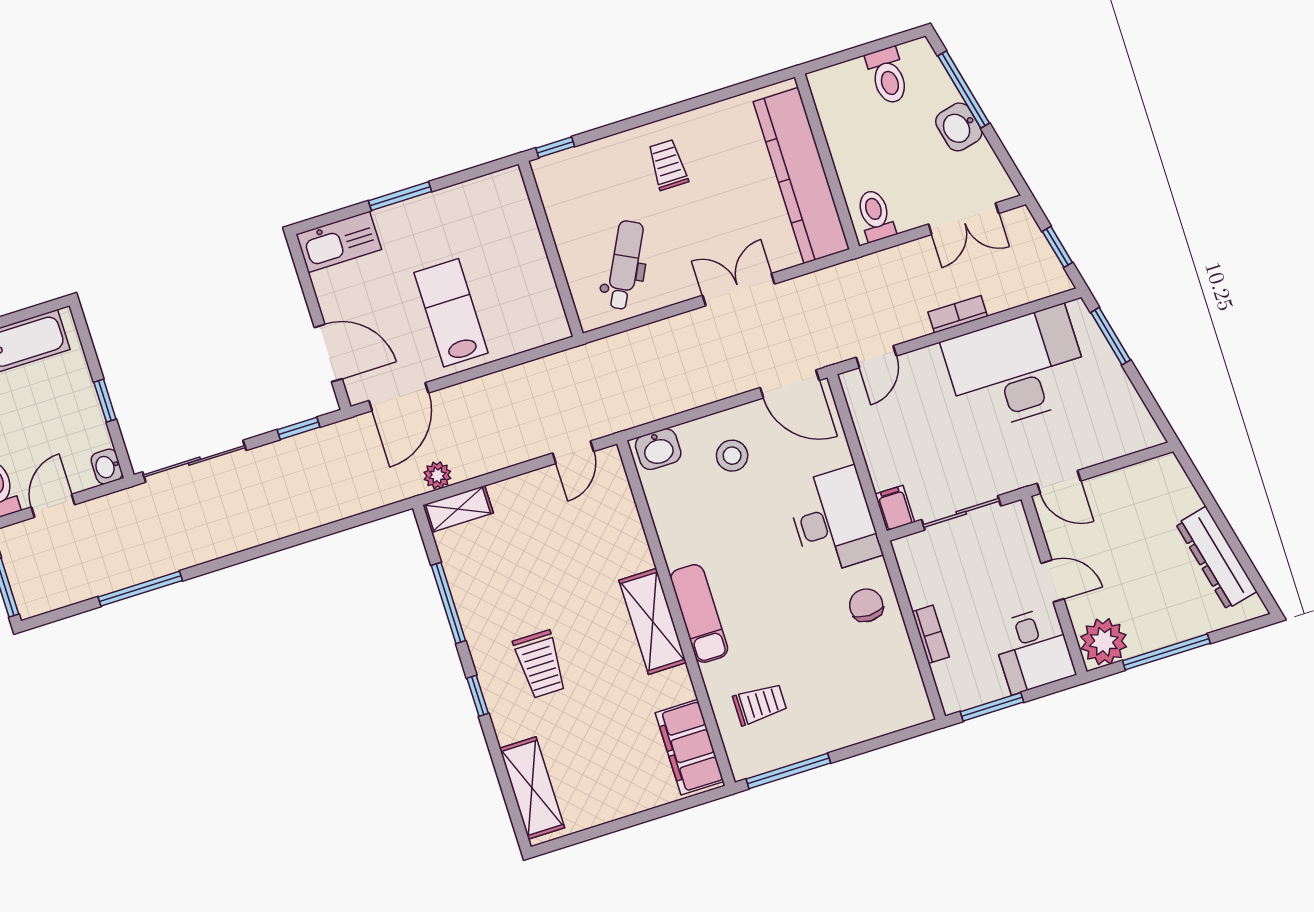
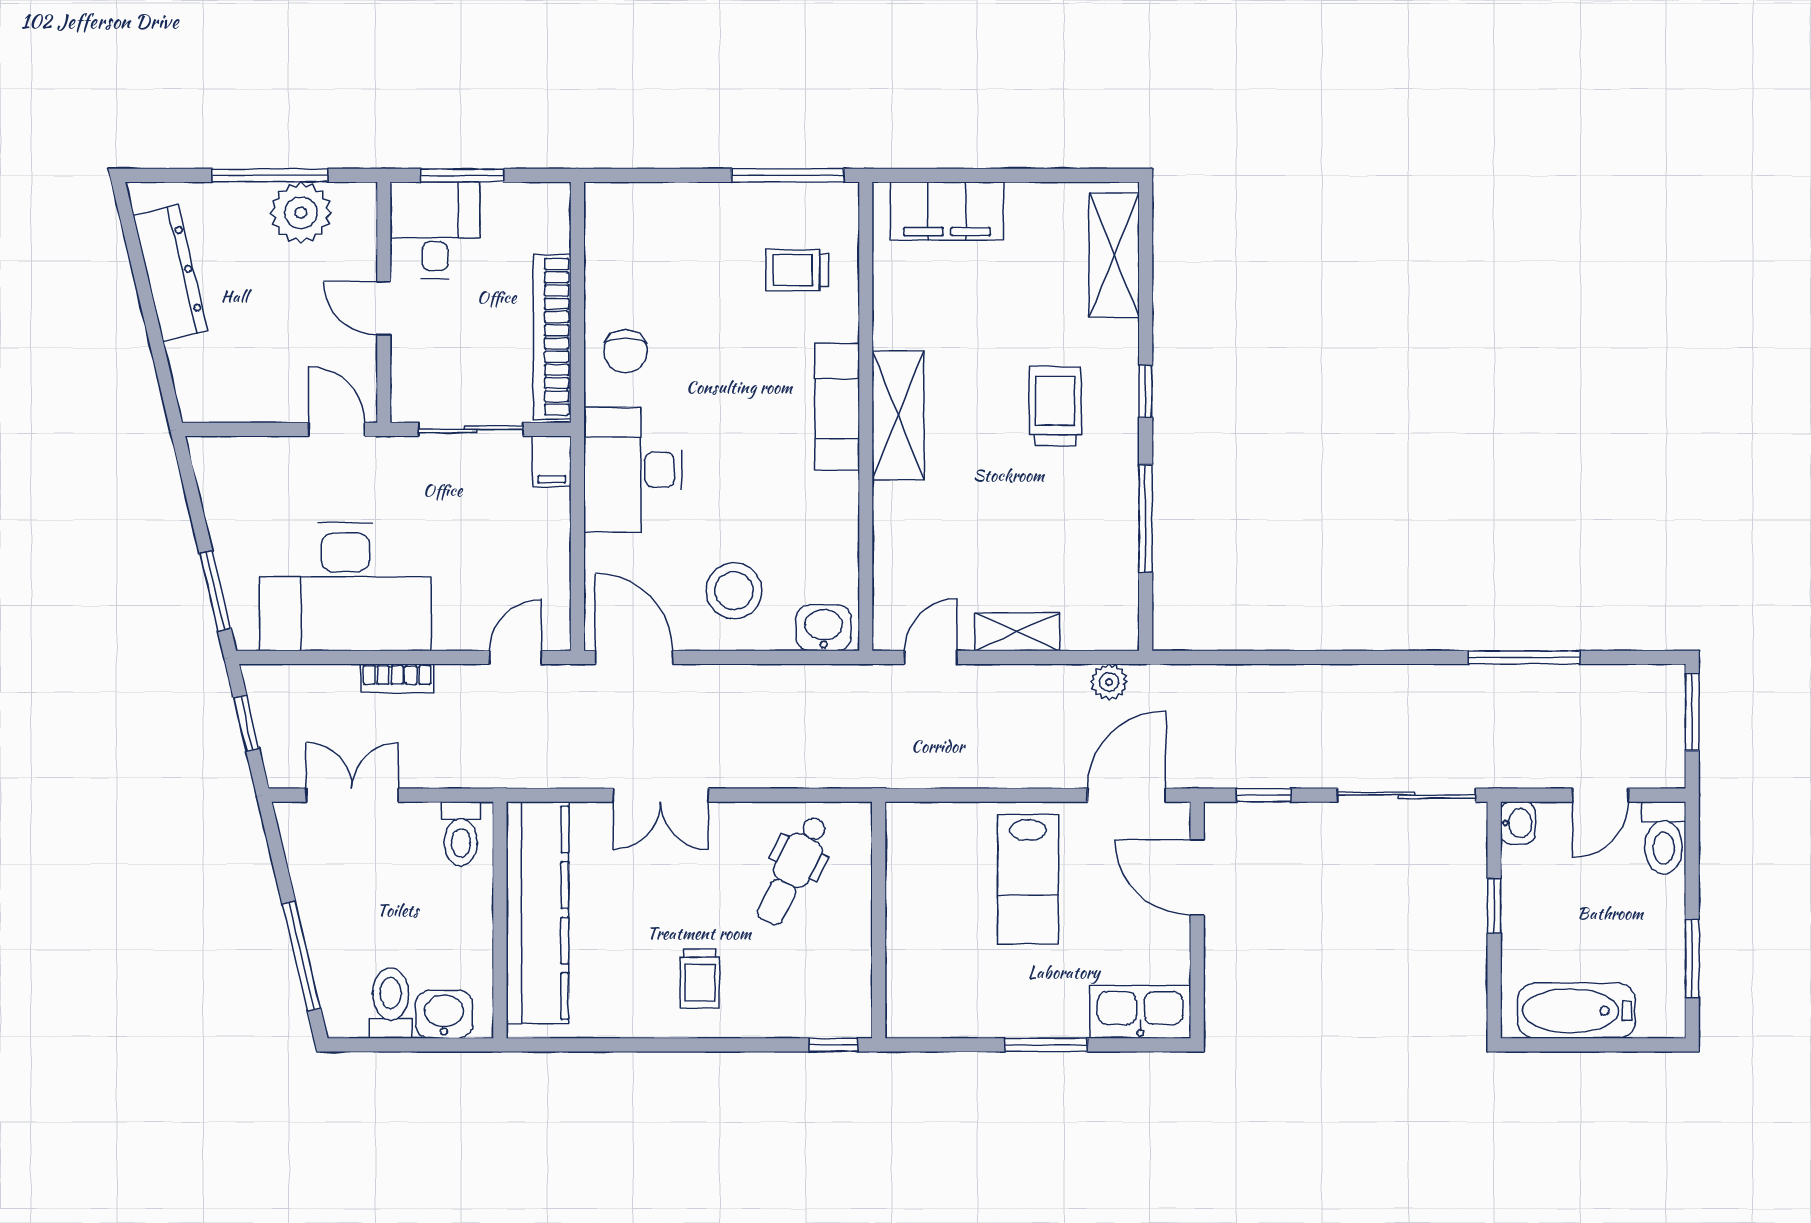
washbasin: (959, 127) -> (444, 1014), moved, turned -77
stool: (732, 456) -> (734, 591), width x1.38, depth x1.38
shelving: (458, 509) -> (1017, 632), moved
bookcase: (931, 634) -> (552, 337), width x2.31, depth x1.31
plant: (1104, 642) -> (301, 213), moved
window: (992, 707) -> (462, 175), moved
filing cabinet: (690, 747) -> (947, 211), moved, turned 90

